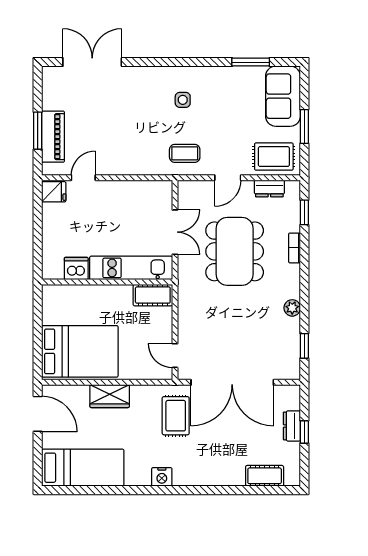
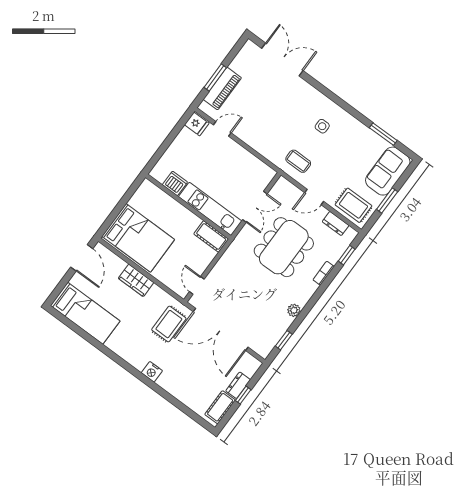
cot: (265, 476) -> (220, 407), moved, turned 90
nightstand: (162, 477) -> (152, 372), moved

